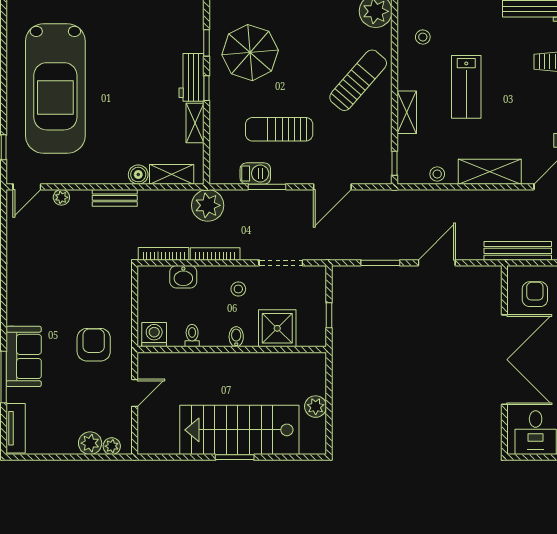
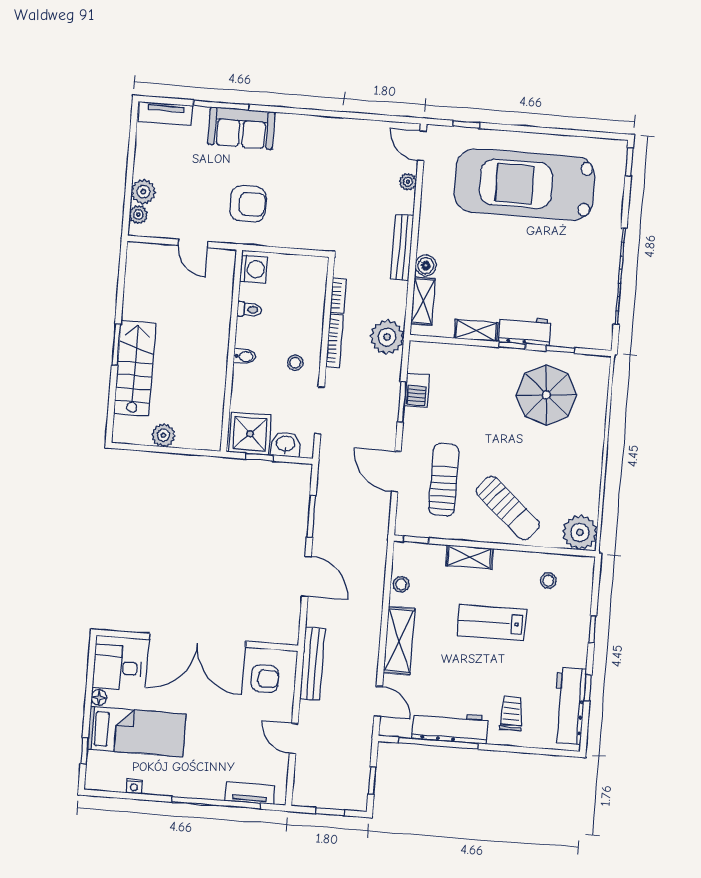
sun lounger: (279, 129) -> (444, 480), moved
bench: (115, 198) -> (402, 247), width x1.36
bookcase: (164, 254) -> (338, 296), width x0.64
washbasin: (183, 277) -> (285, 444), moved, turned 90
shower: (277, 328) -> (250, 434), moved
stairs: (239, 430) -> (135, 368), width x0.73, depth x0.66

